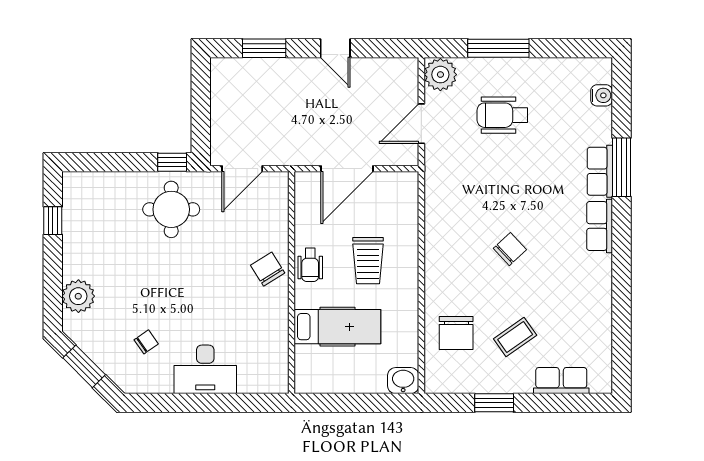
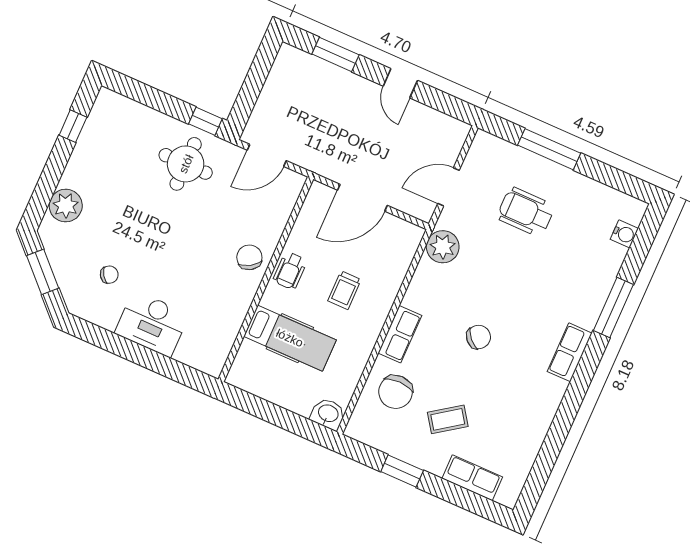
plant: (440, 75) -> (443, 247), moved
row of seats: (600, 171) -> (400, 334), moved, turned 180
trolley: (368, 261) -> (344, 290), width x0.73, depth x0.72

